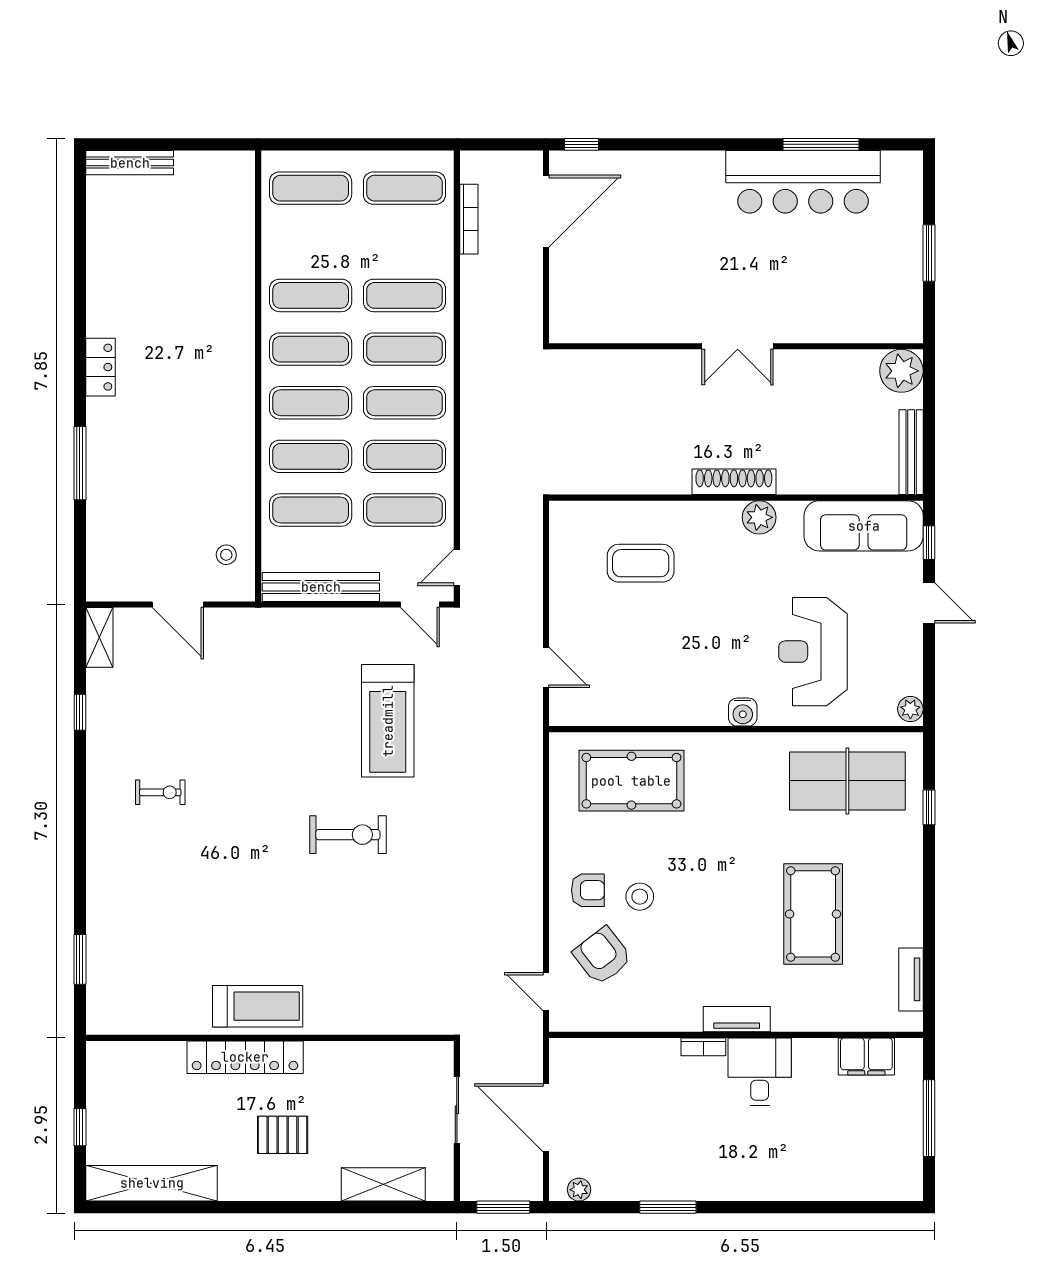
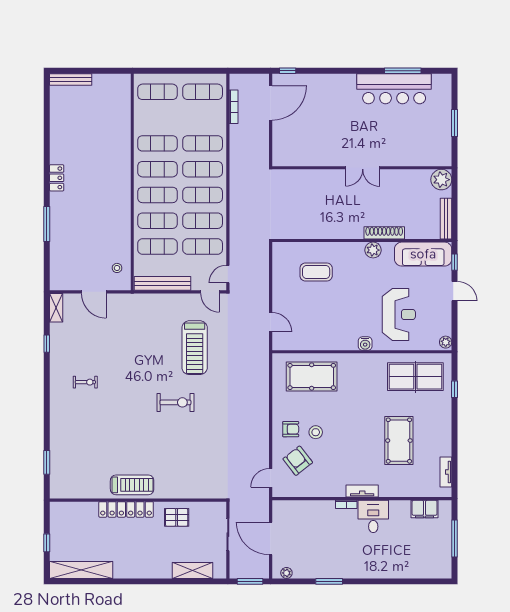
shoe rack: (734, 482) -> (384, 233), moved
reception desk: (813, 652) -> (399, 314), turned 180
door: (546, 992) -> (271, 478), hinge flipped
pallet: (283, 1135) -> (177, 517), moved

